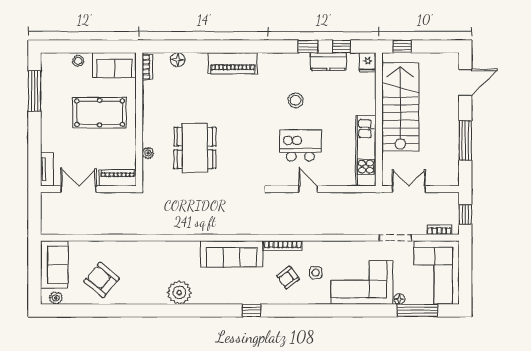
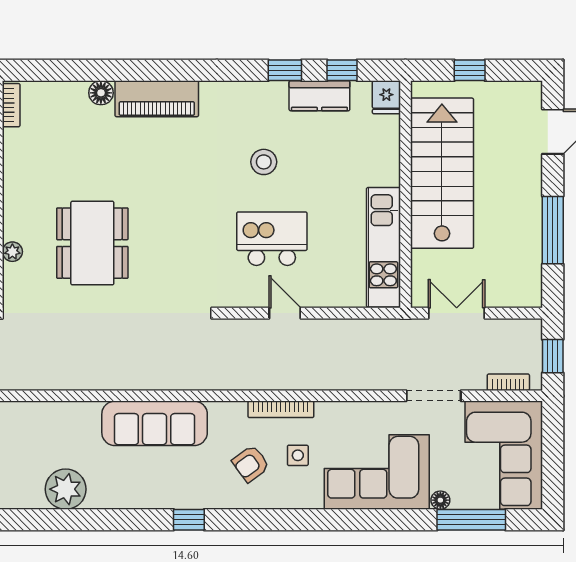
window: (402, 47) -> (470, 70), moved
floor lamp: (178, 60) -> (101, 93), moved
bookcase: (283, 246) -> (281, 409), moved

